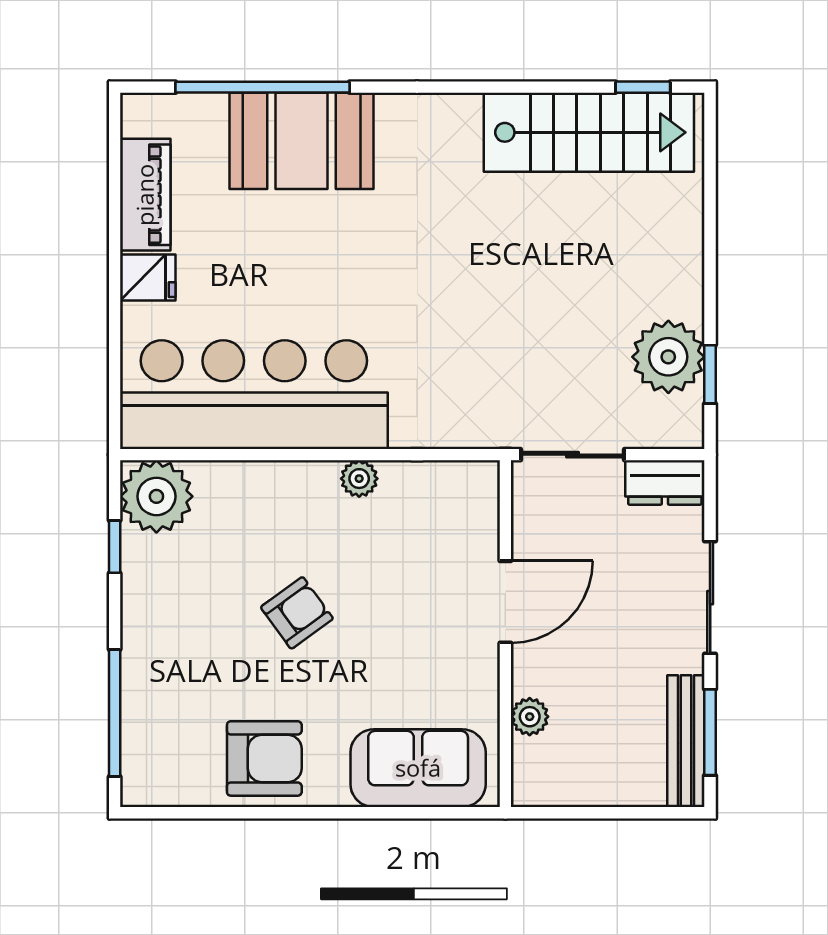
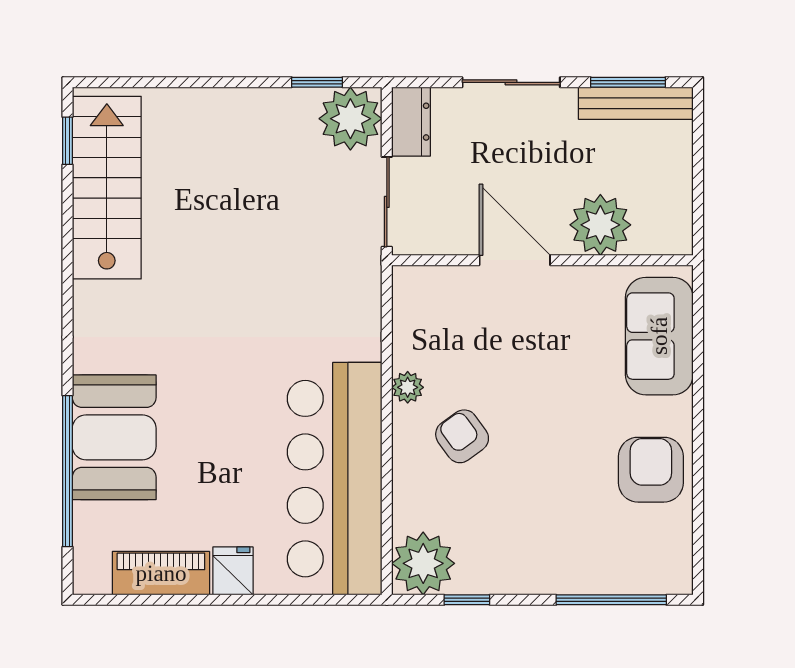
plant: (668, 357) -> (350, 119), moved
armchair: (297, 613) -> (462, 436), moved
plant: (530, 717) -> (600, 225), width x1.87, depth x1.87

